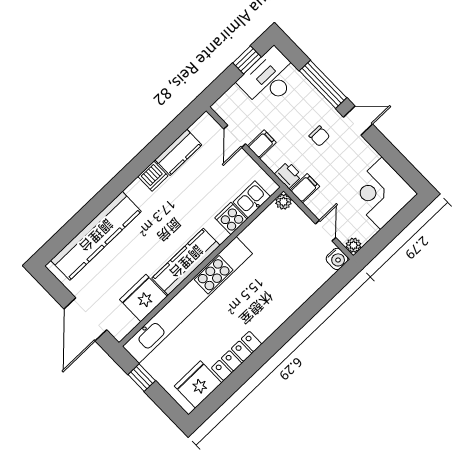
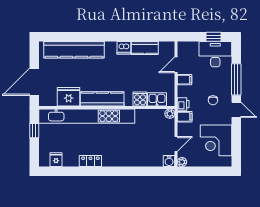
corner desk: (381, 193) -> (216, 140), moved, turned -90
locker: (237, 356) -> (90, 161), width x0.66
fridge: (198, 384) -> (56, 160), width x0.53, depth x0.75

